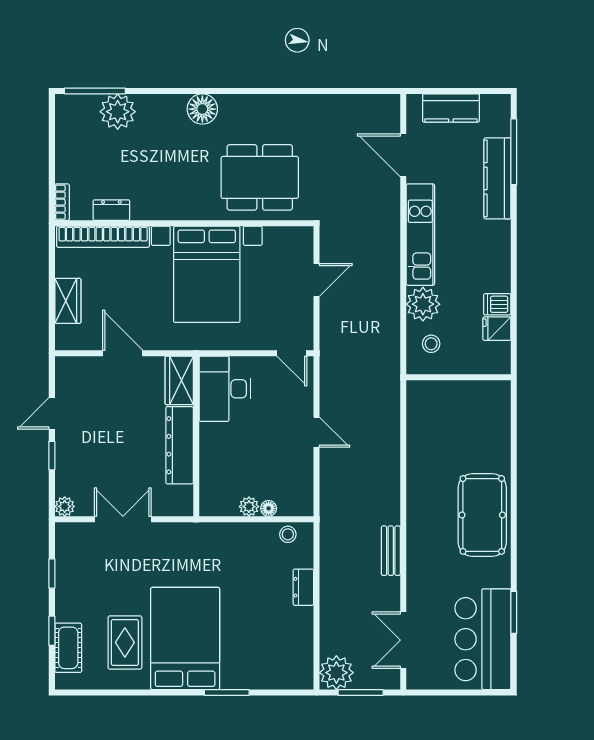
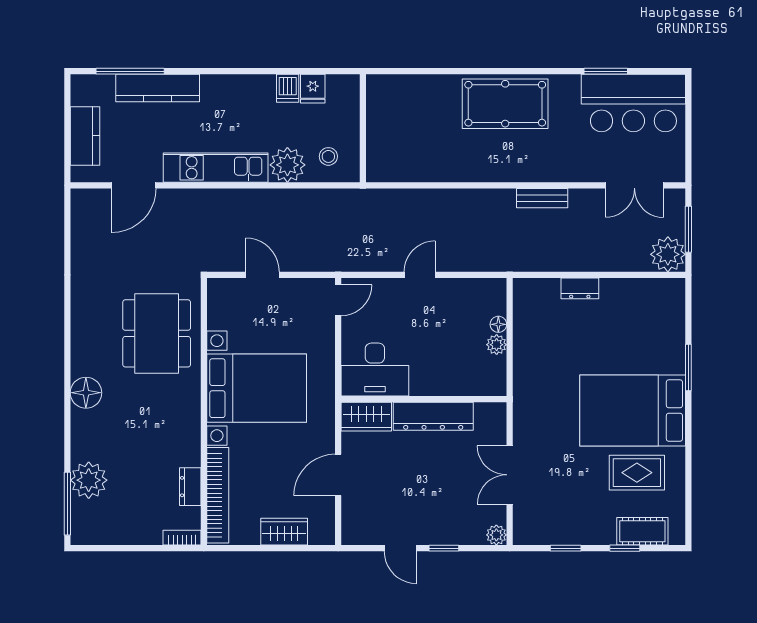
stool: (288, 534) -> (525, 304), removed

